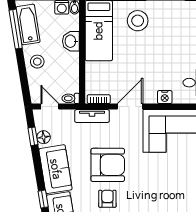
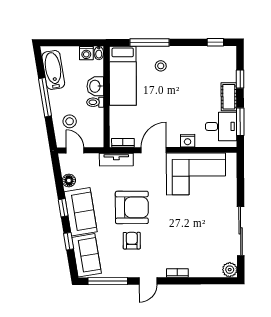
stool: (138, 21) -> (161, 66), width x0.53, depth x0.53
window: (16, 29) -> (45, 97), moved
stool: (37, 62) -> (70, 121), moved
toilet: (71, 98) -> (95, 102), moved
window: (33, 136) -> (63, 208), moved

